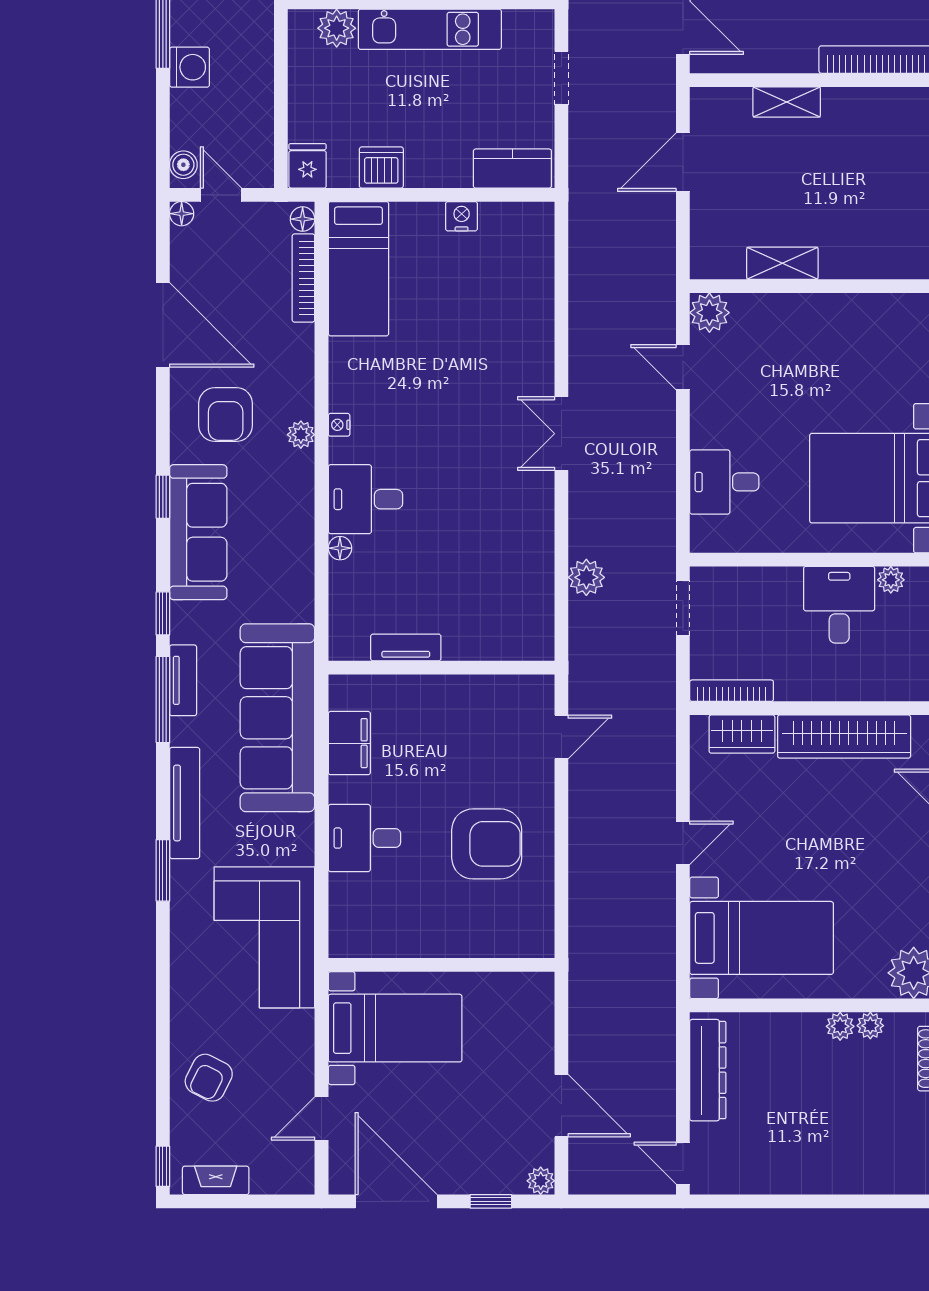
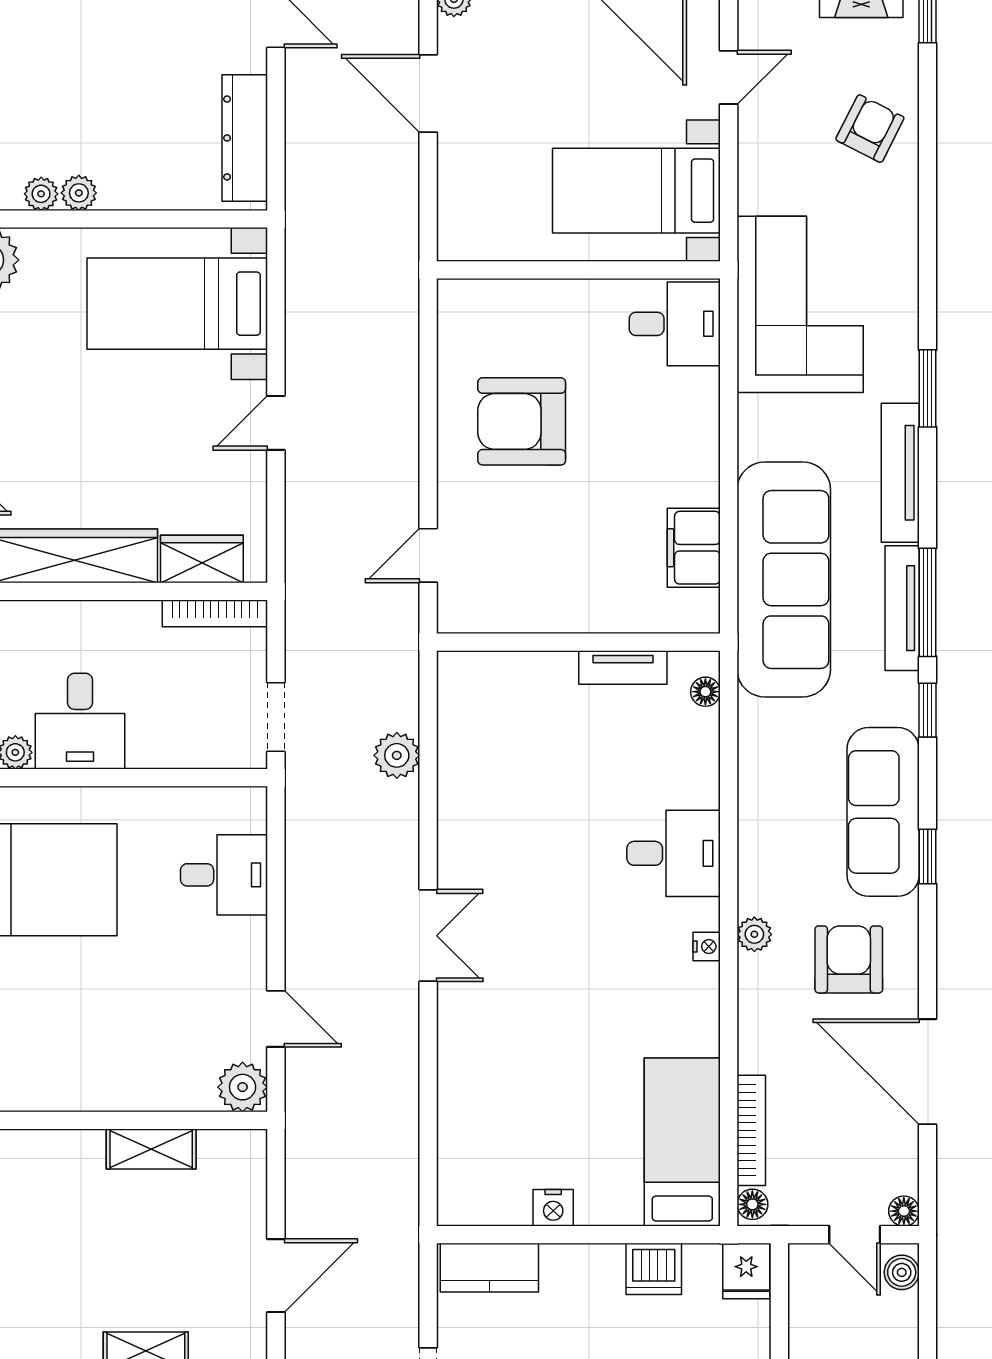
floor lamp: (340, 548) -> (705, 692), moved
tv unit: (183, 680) -> (902, 608), width x1.41
desk: (364, 838) -> (675, 324), moved

